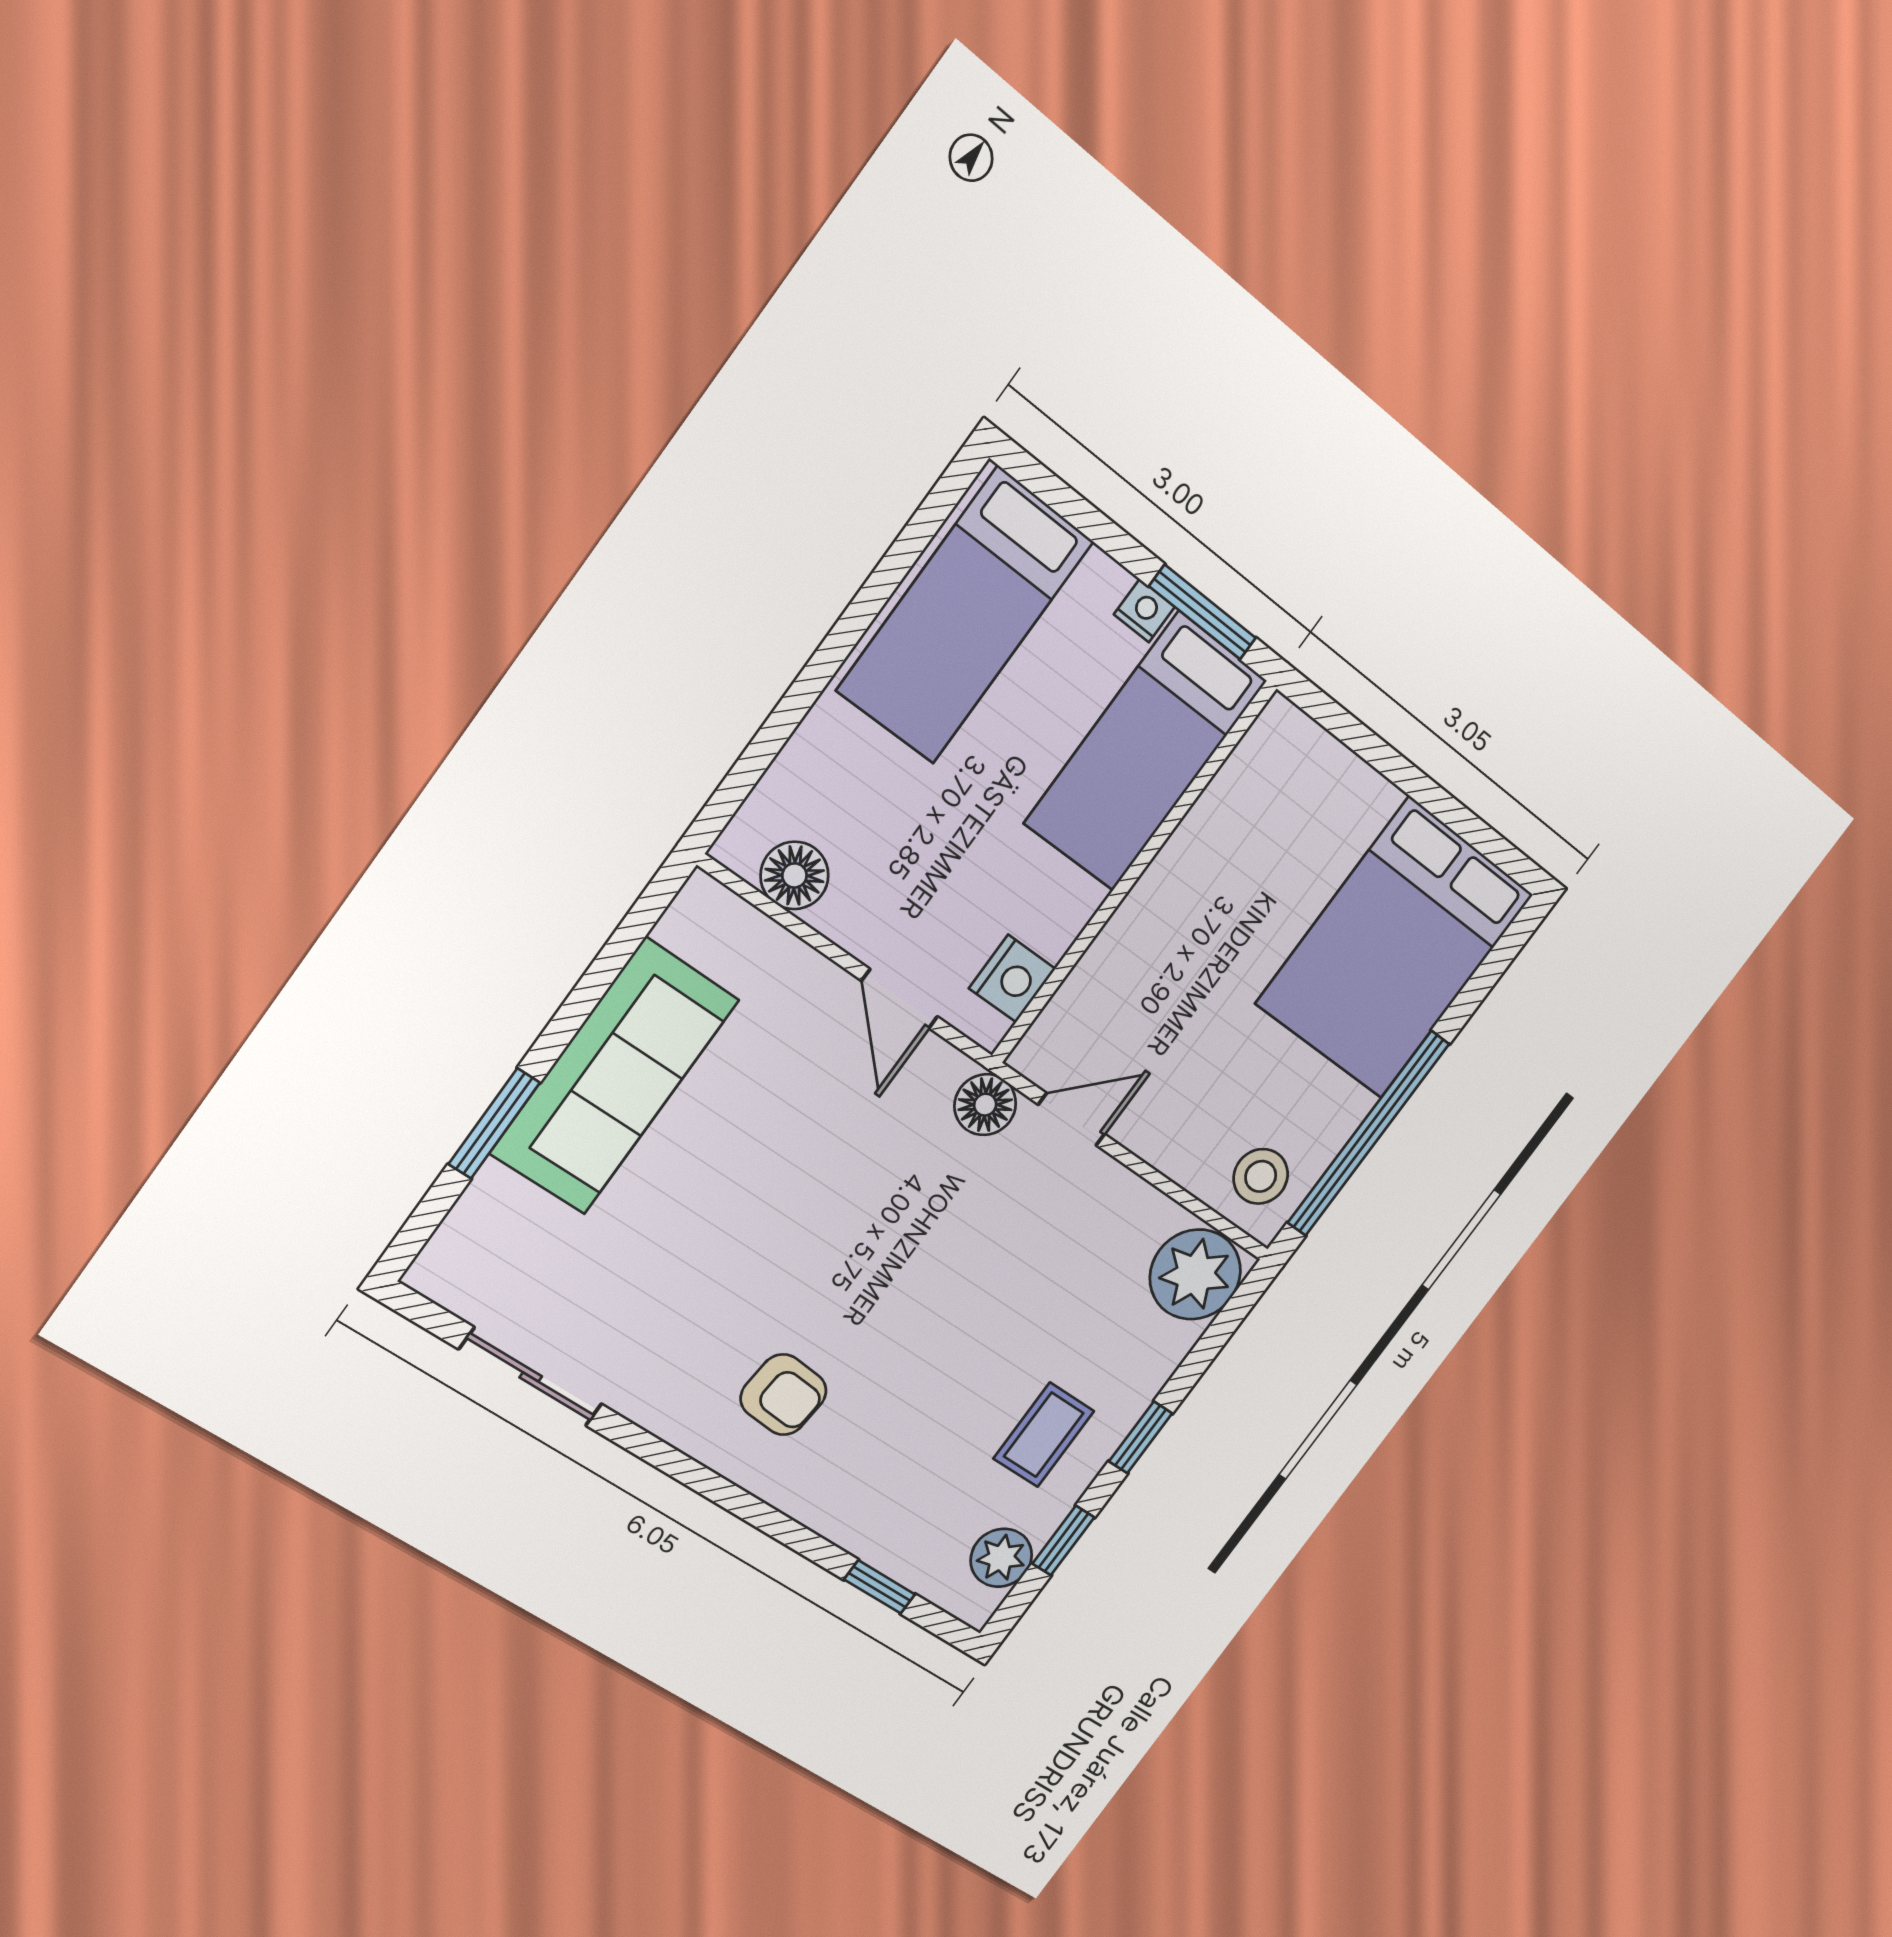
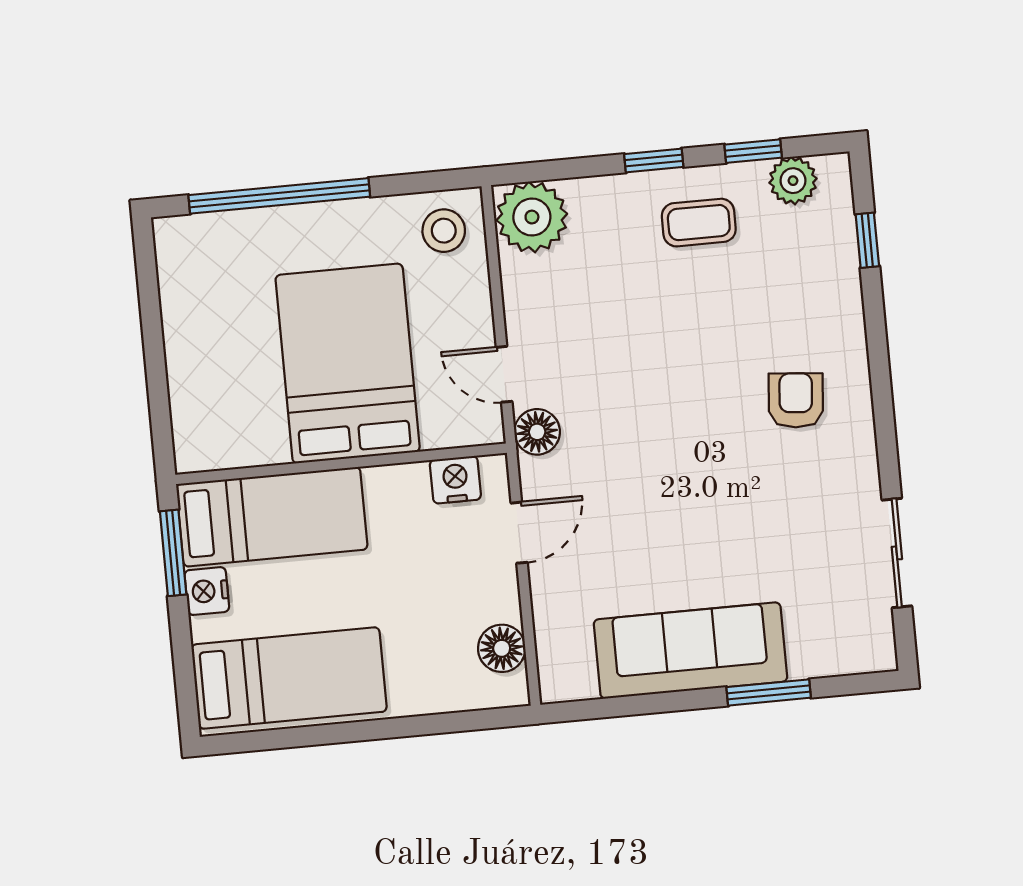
nightstand: (1144, 611) -> (207, 591), width x1.39, depth x1.35
bed: (1395, 949) -> (348, 363), moved, turned -90
window: (1368, 1134) -> (279, 196), moved

